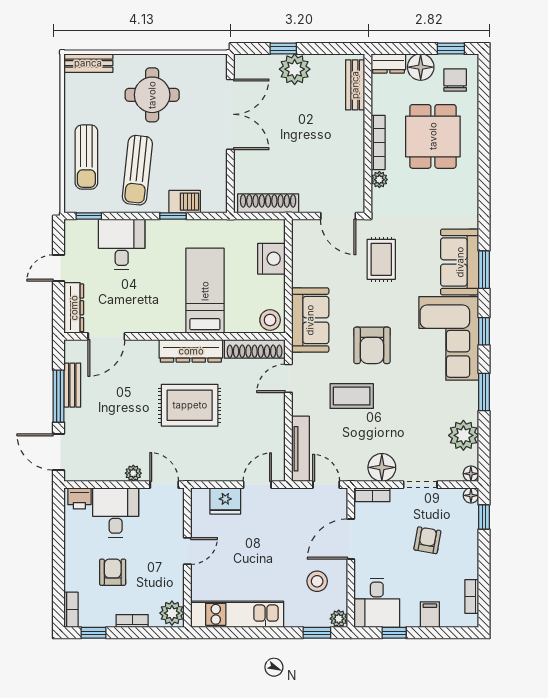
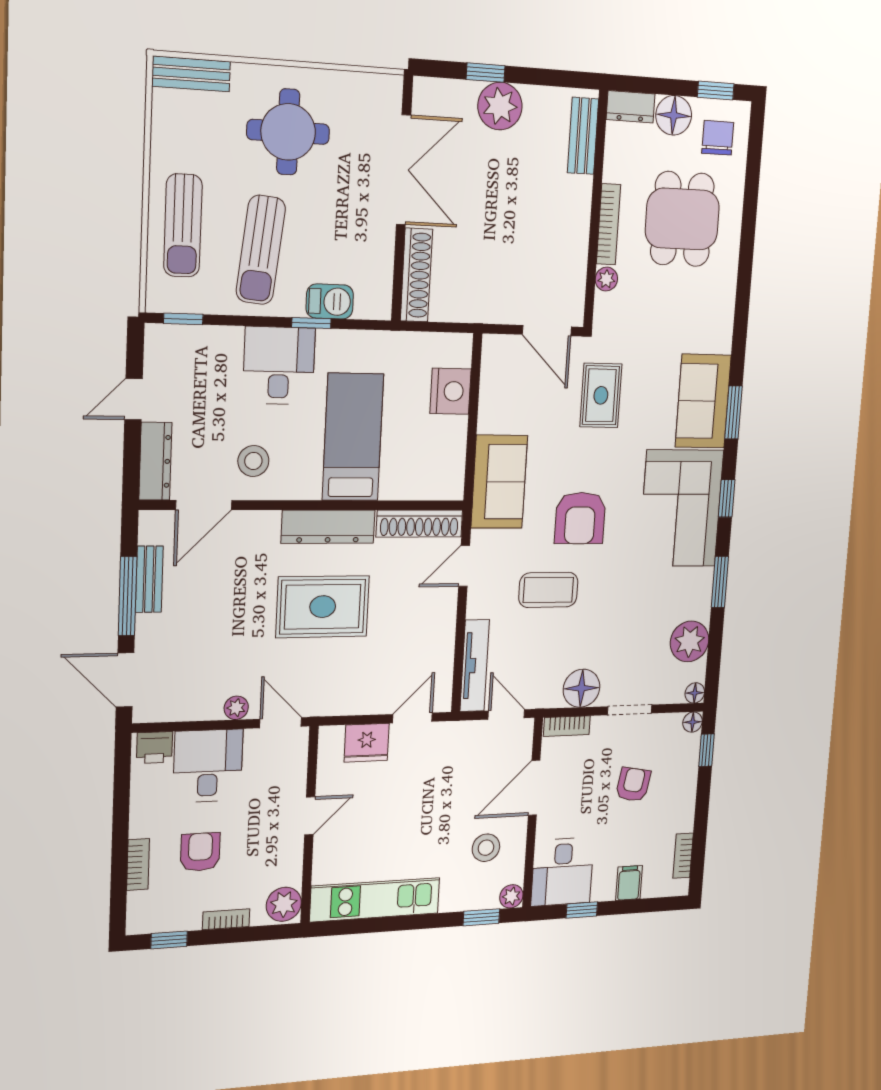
shoe rack: (268, 203) -> (416, 275), moved, turned 90
desk: (122, 244) -> (279, 366), moved
stool: (270, 320) -> (253, 461), moved
bookcase: (71, 610) -> (138, 865), moved

